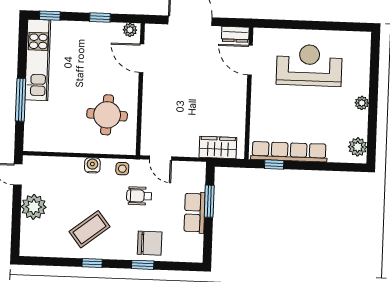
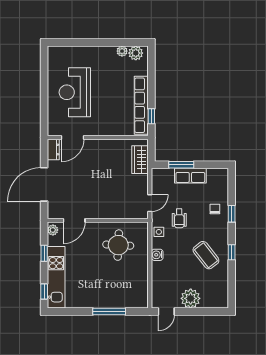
kitchen unit: (38, 60) -> (56, 277), moved, turned 90
plant: (362, 103) -> (122, 51), moved
chair: (150, 243) -> (215, 209), width x0.54, depth x0.54

